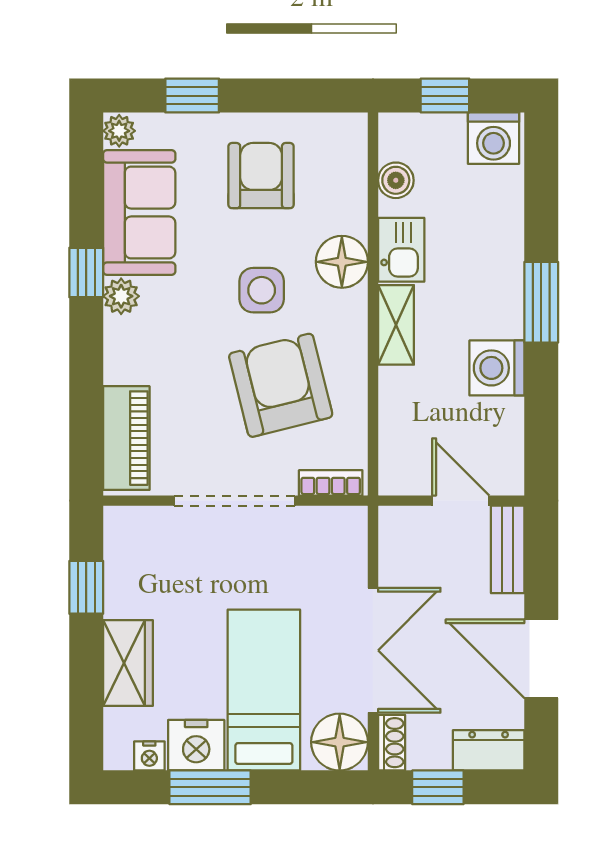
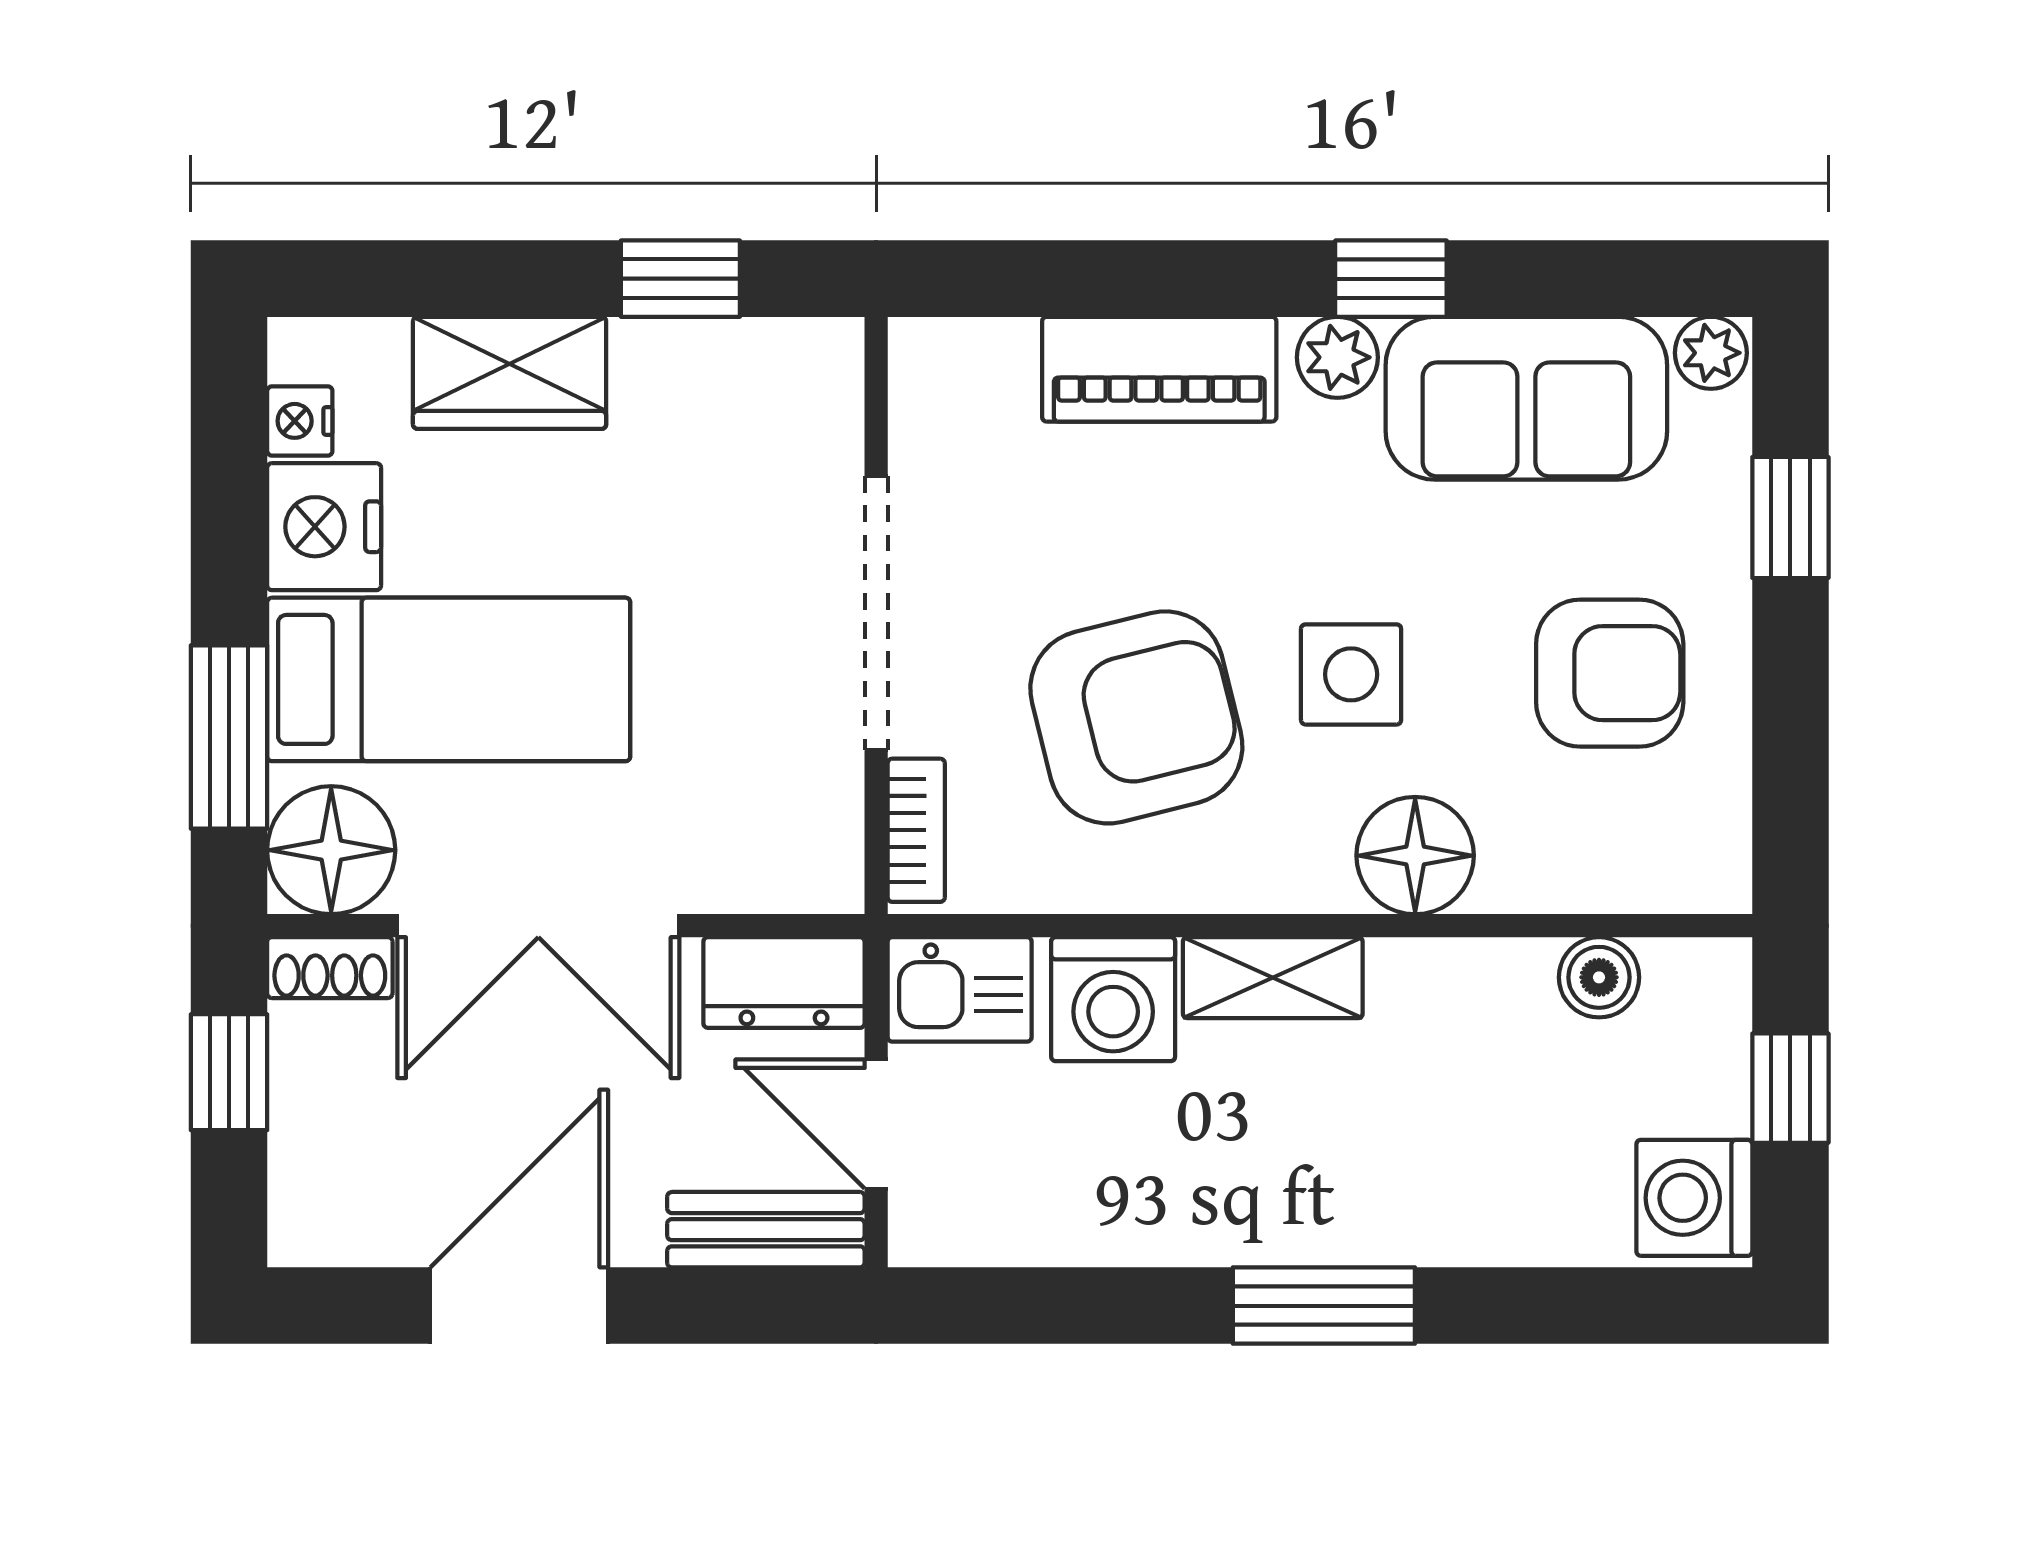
kitchen sink: (401, 250) -> (960, 989), moved
washing machine: (497, 368) -> (1113, 999), moved, turned 180
piano: (126, 438) -> (1159, 369), moved
door: (461, 501) -> (876, 1124), swing flipped
dresser: (489, 750) -> (784, 983), moved, turned 90
window: (210, 787) -> (229, 737), moved

